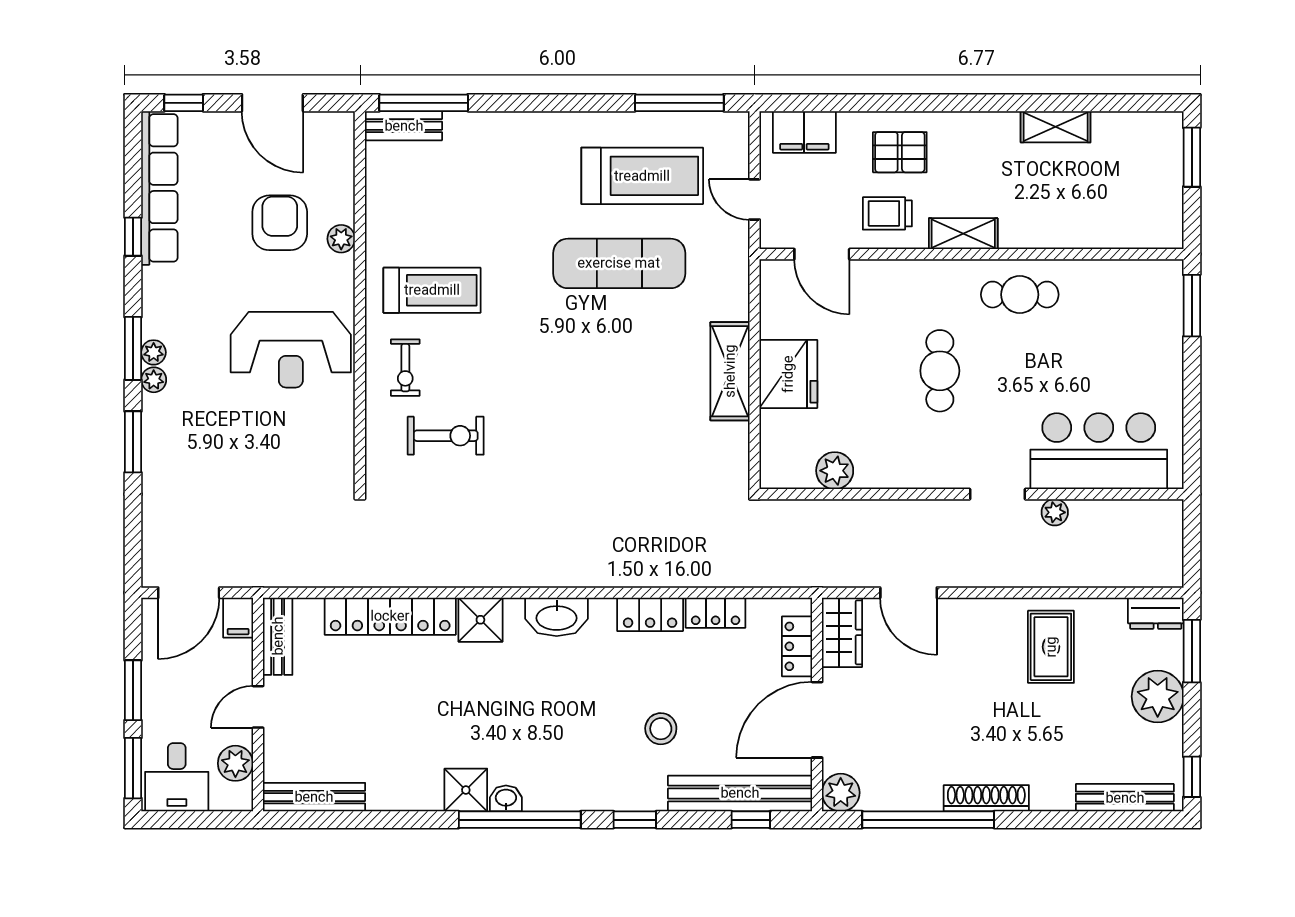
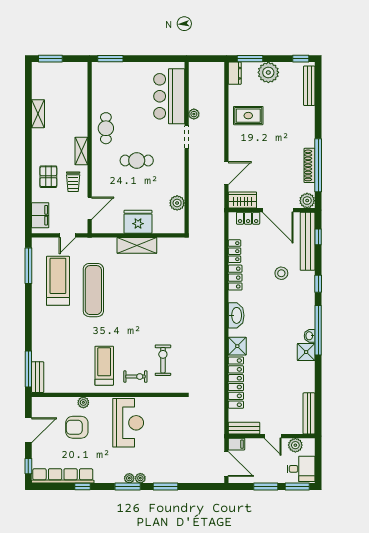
shoe rack: (986, 798) -> (309, 165), moved

